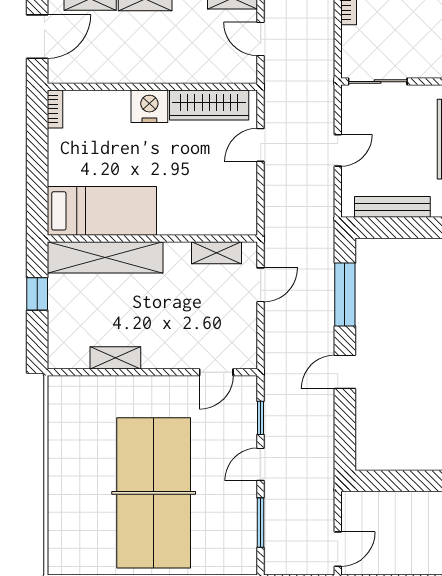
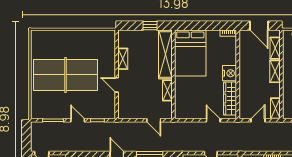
bed: (102, 211) -> (190, 53), width x1.50
shelving: (217, 253) -> (167, 90), moved
door: (216, 372) -> (117, 85), moved

